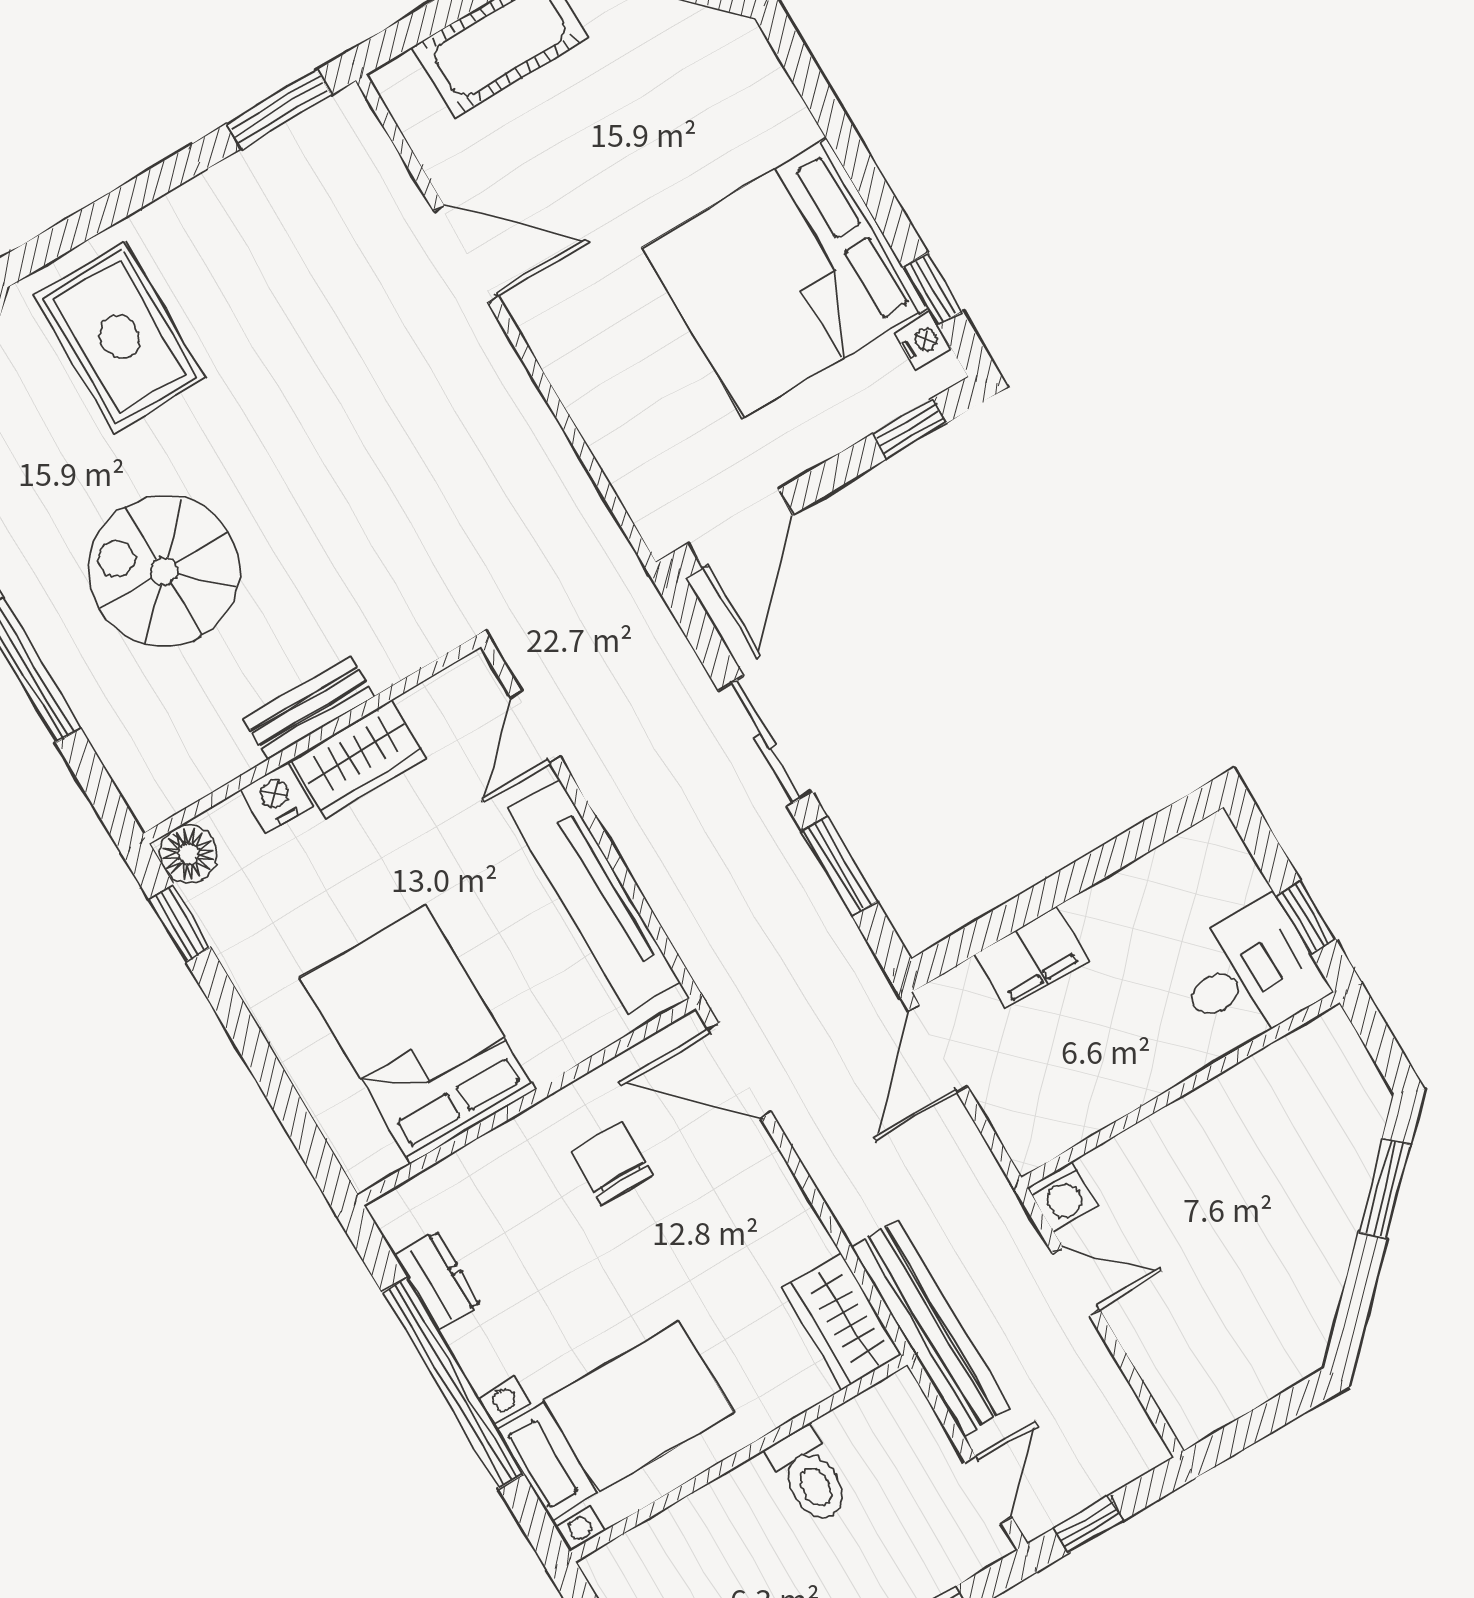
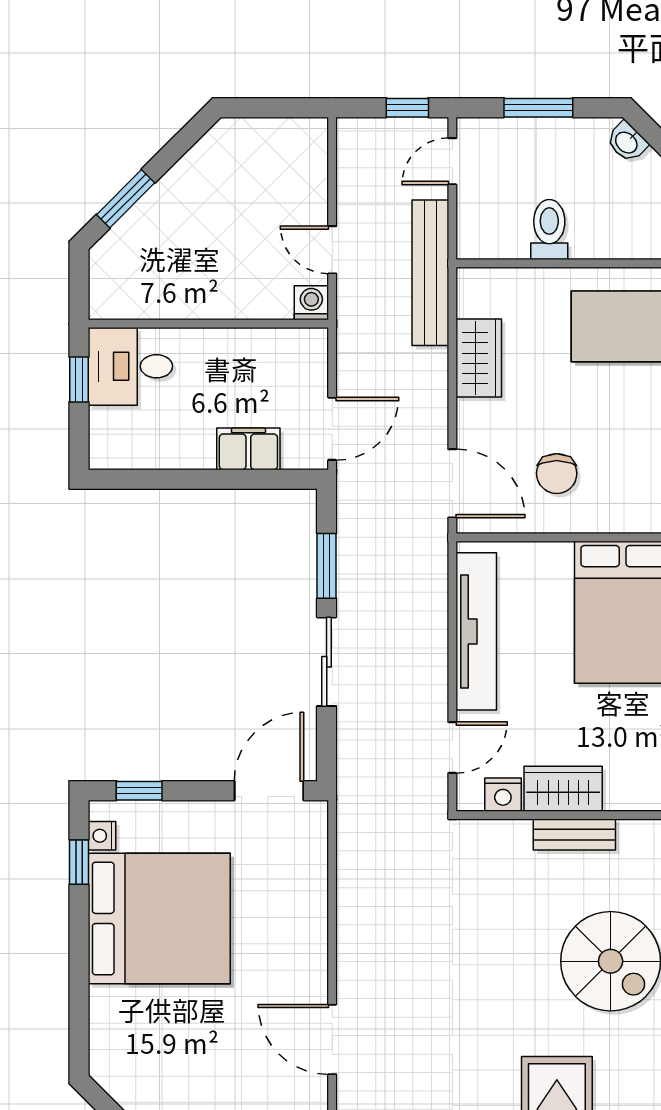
nightstand: (276, 797) -> (503, 795), moved
wardrobe: (842, 1321) -> (479, 358), moved

